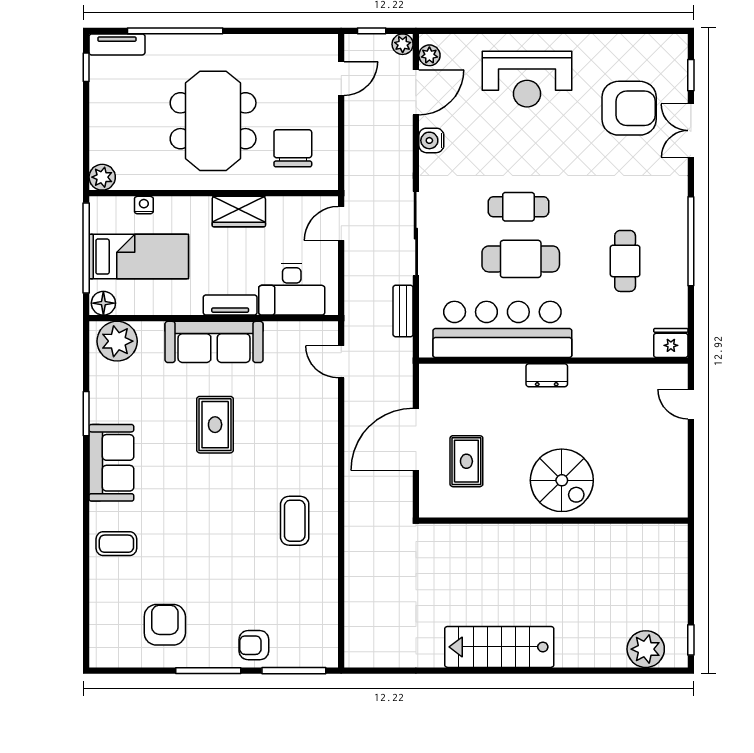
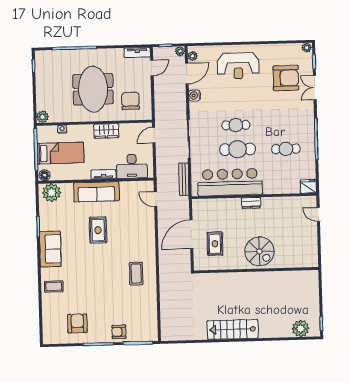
tv unit: (117, 44) -> (137, 53), moved
plant: (676, 44) -> (307, 48), added
cafe table: (625, 261) -> (286, 149), turned 90
bench: (403, 311) -> (184, 179), width x1.36

